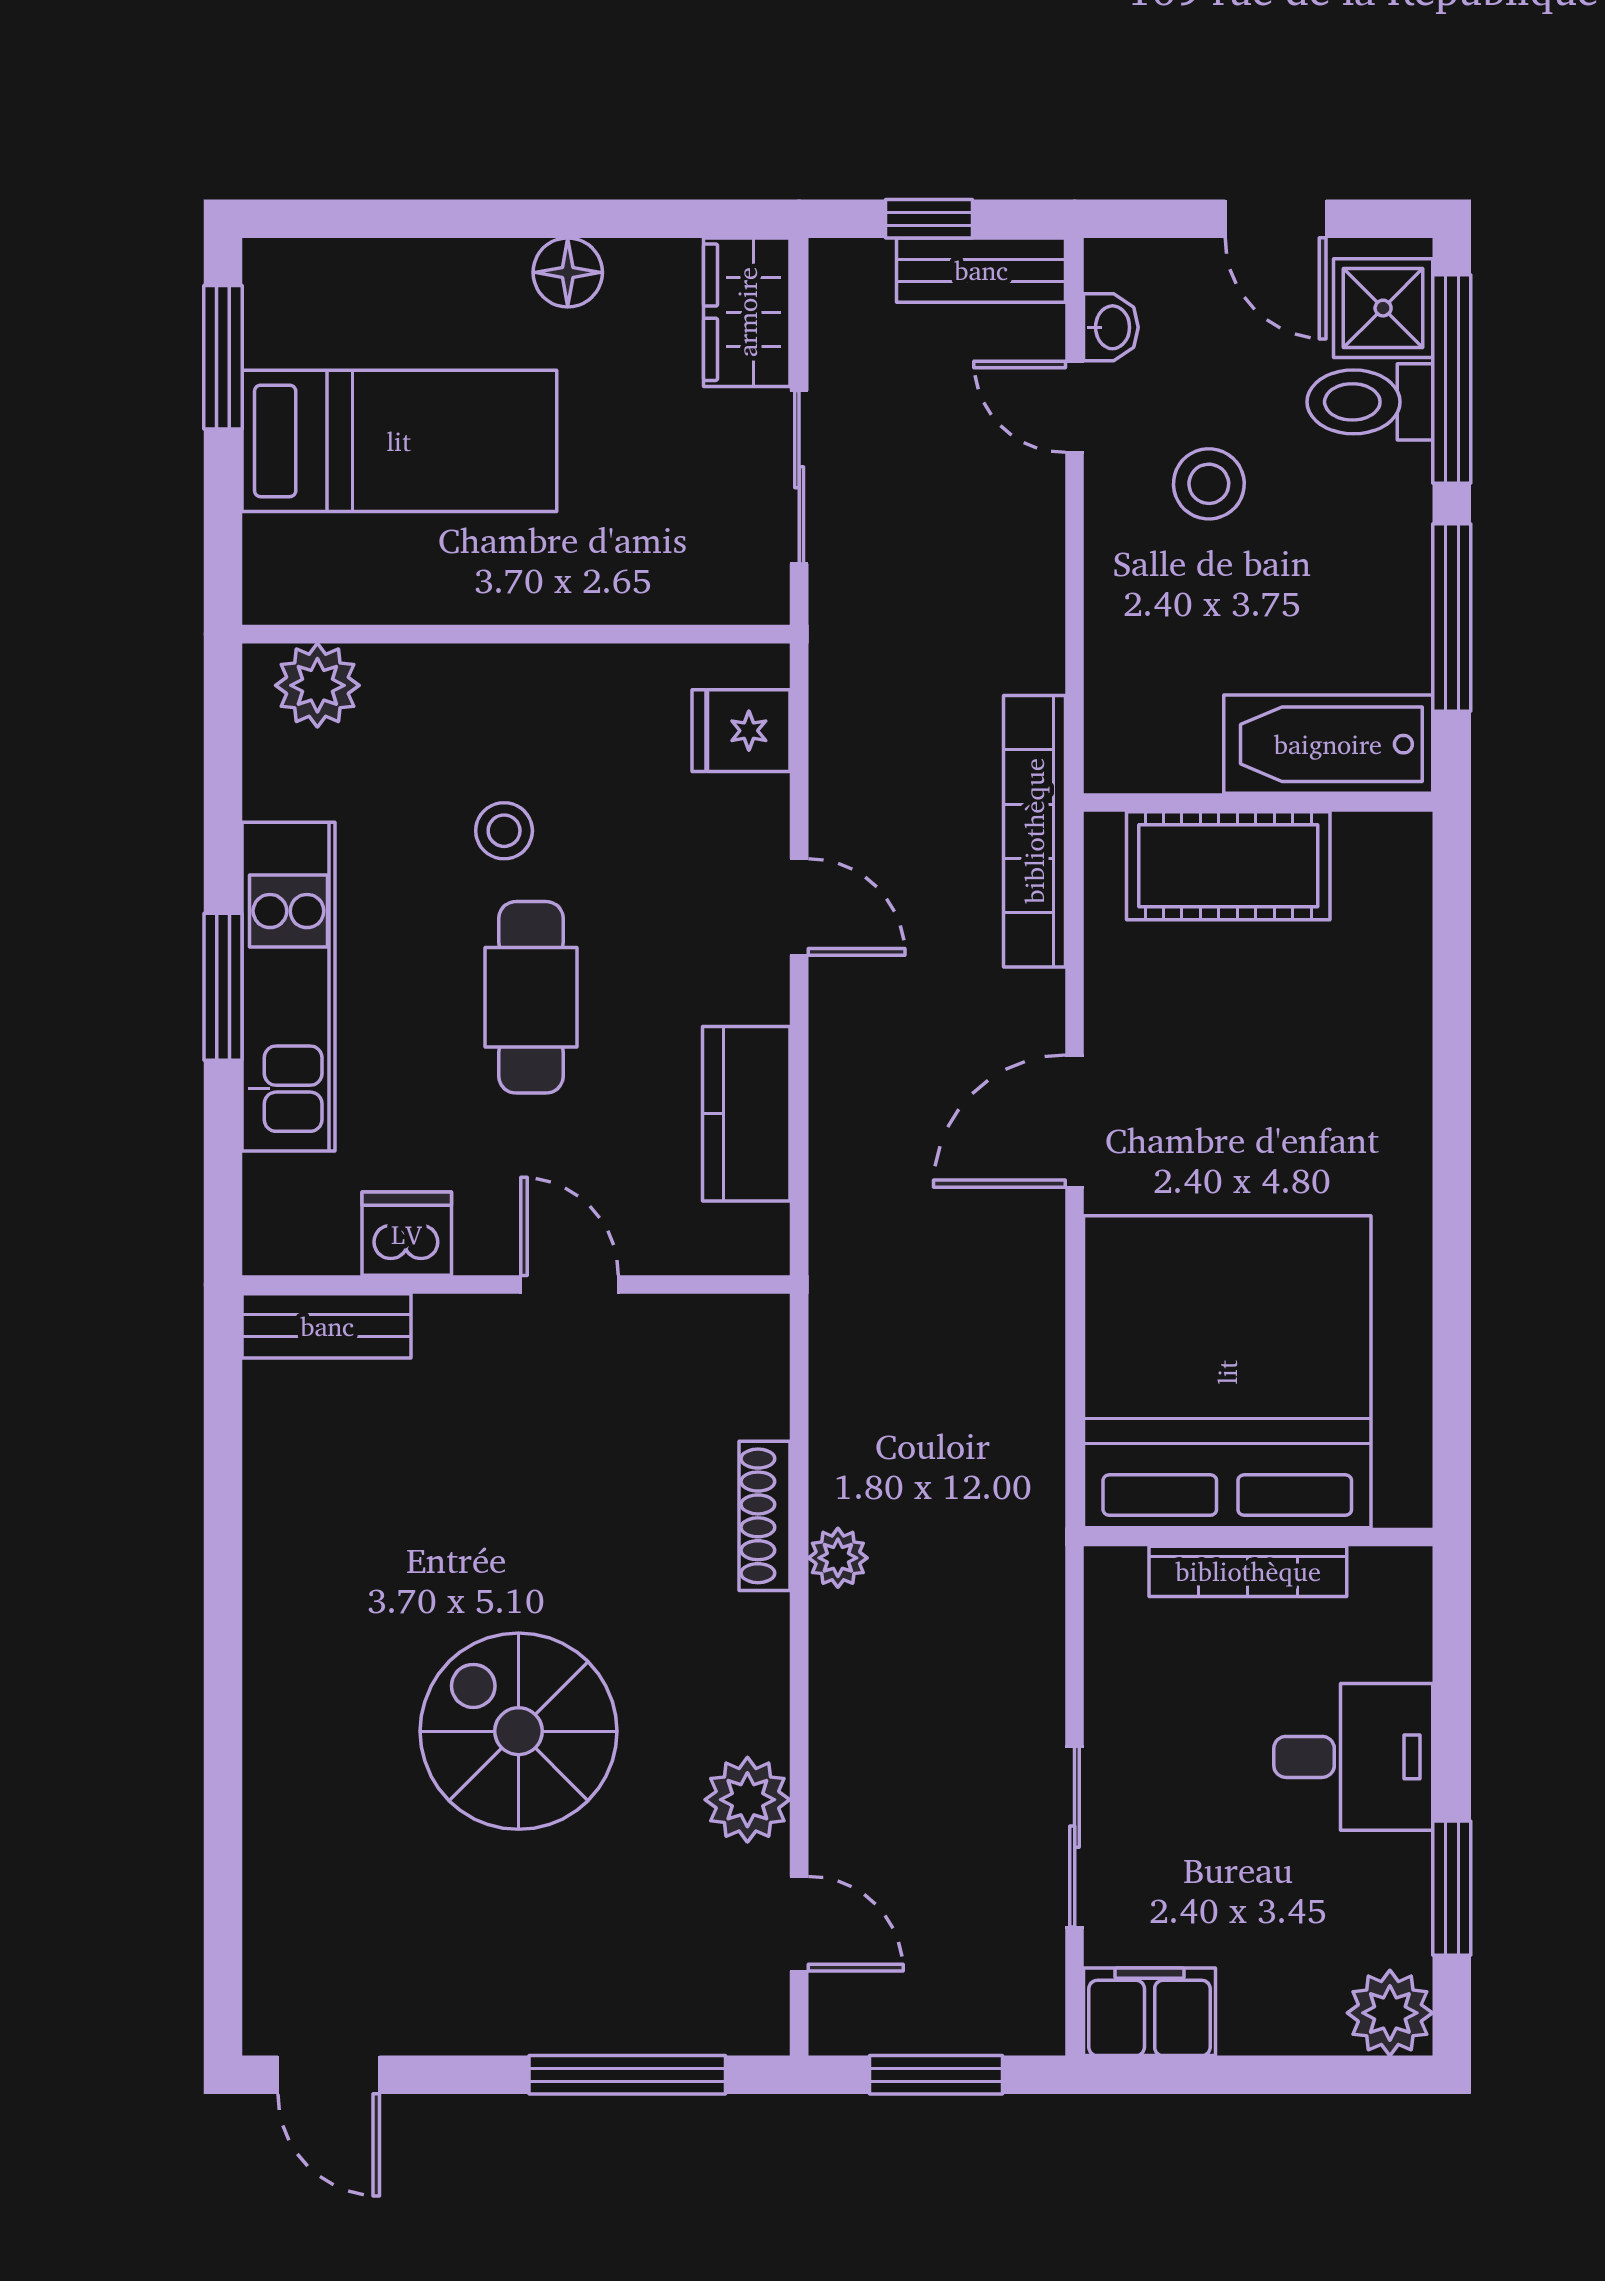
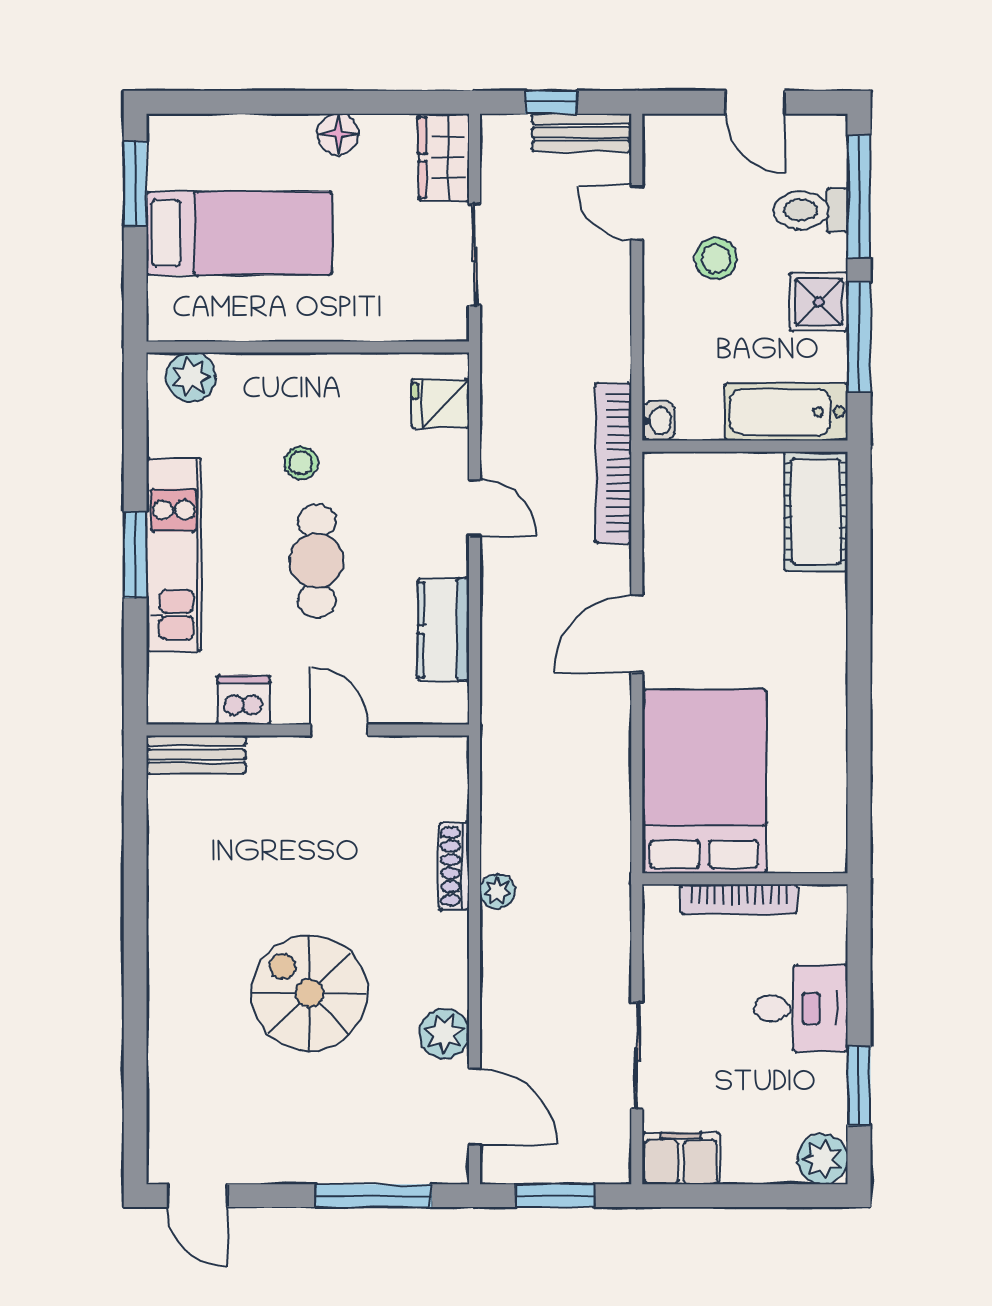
shower: (1383, 308) -> (819, 302), moved
washbasin: (1111, 327) -> (658, 421), moved
cot: (1228, 866) -> (816, 511), moved, turned 90
bed: (1227, 1372) -> (704, 781), width x0.73
door: (799, 1924) -> (475, 1107), width x1.38

